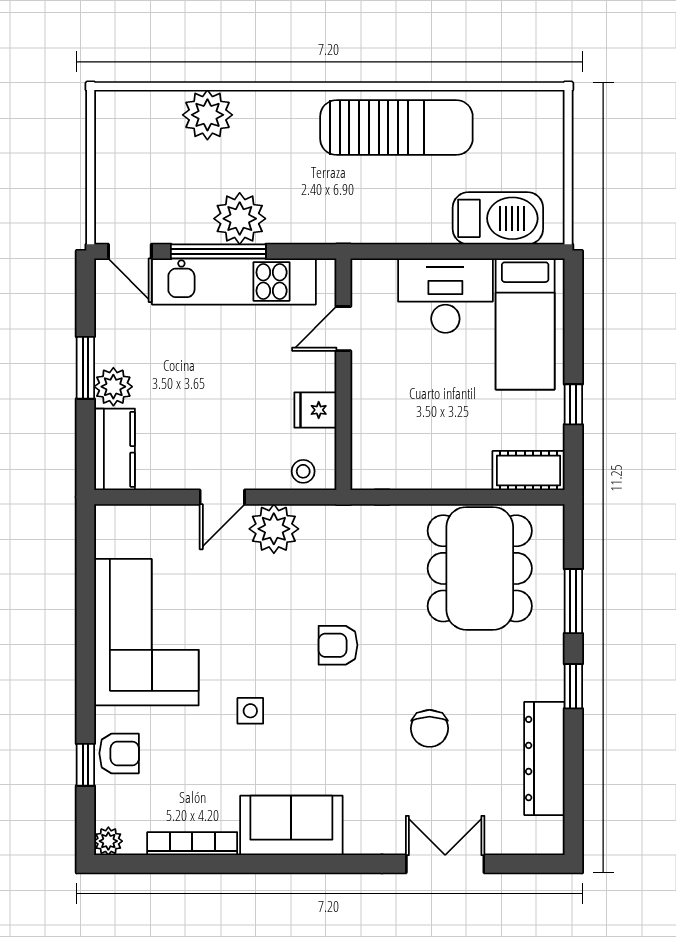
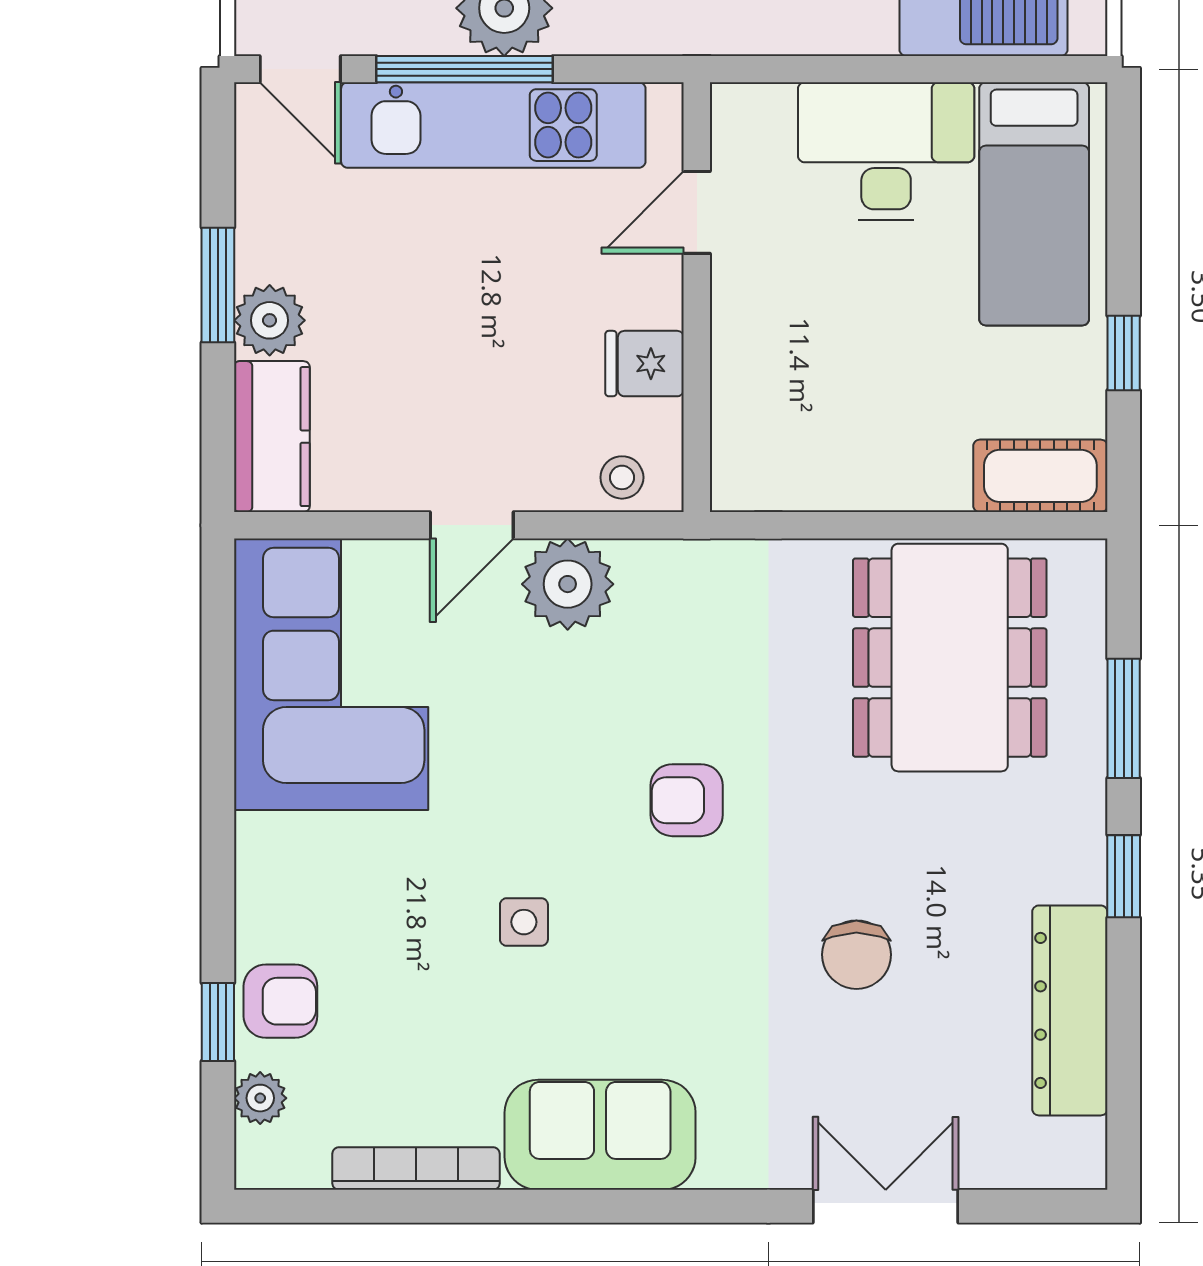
corner sofa: (146, 632) -> (331, 674), moved
plant: (108, 841) -> (260, 1098), moved

